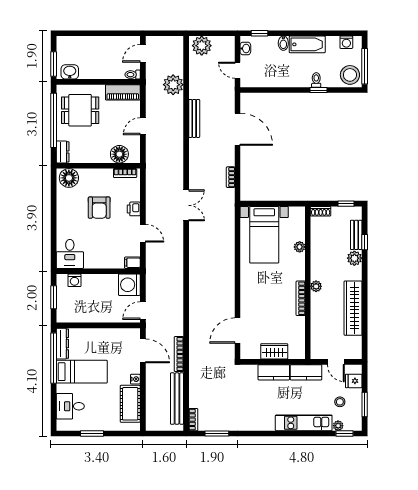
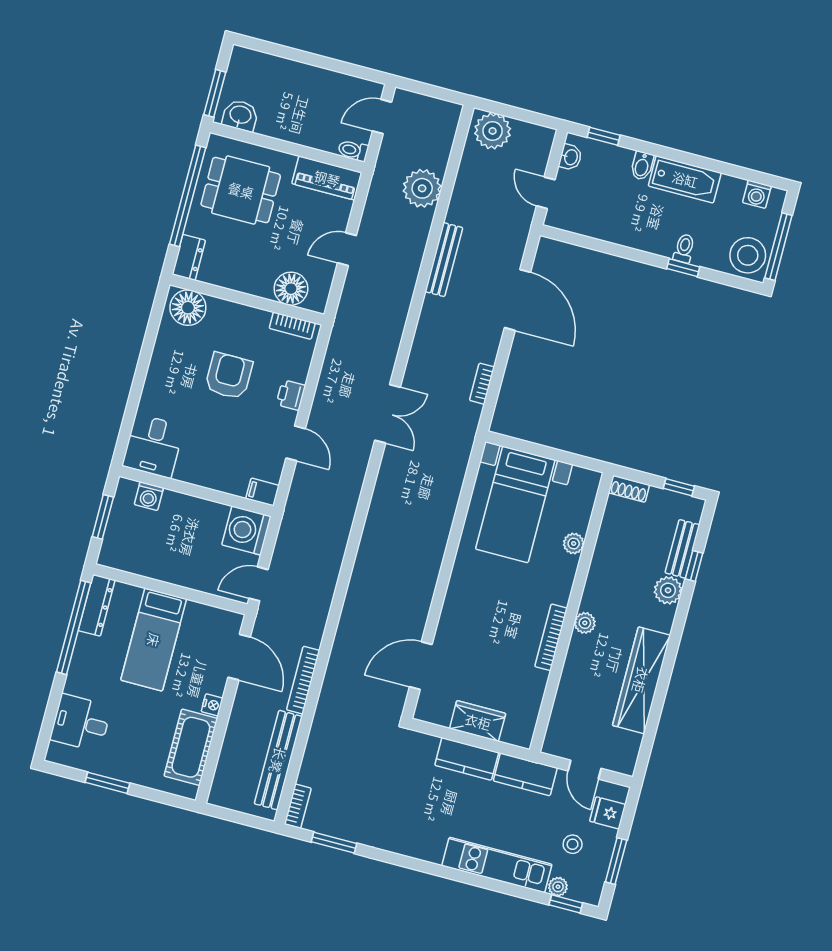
armchair: (99, 208) -> (229, 376), turned 180
bed: (82, 372) -> (154, 640), moved, turned 90

